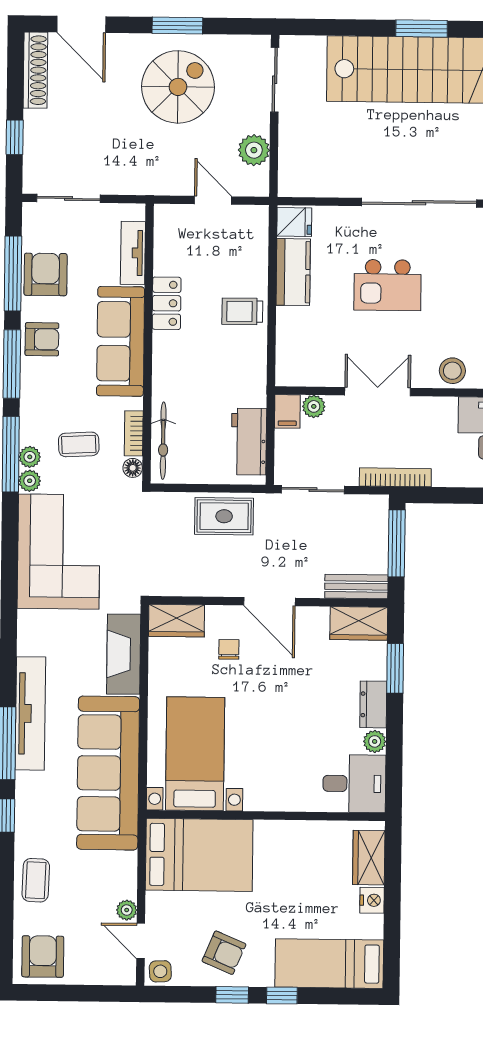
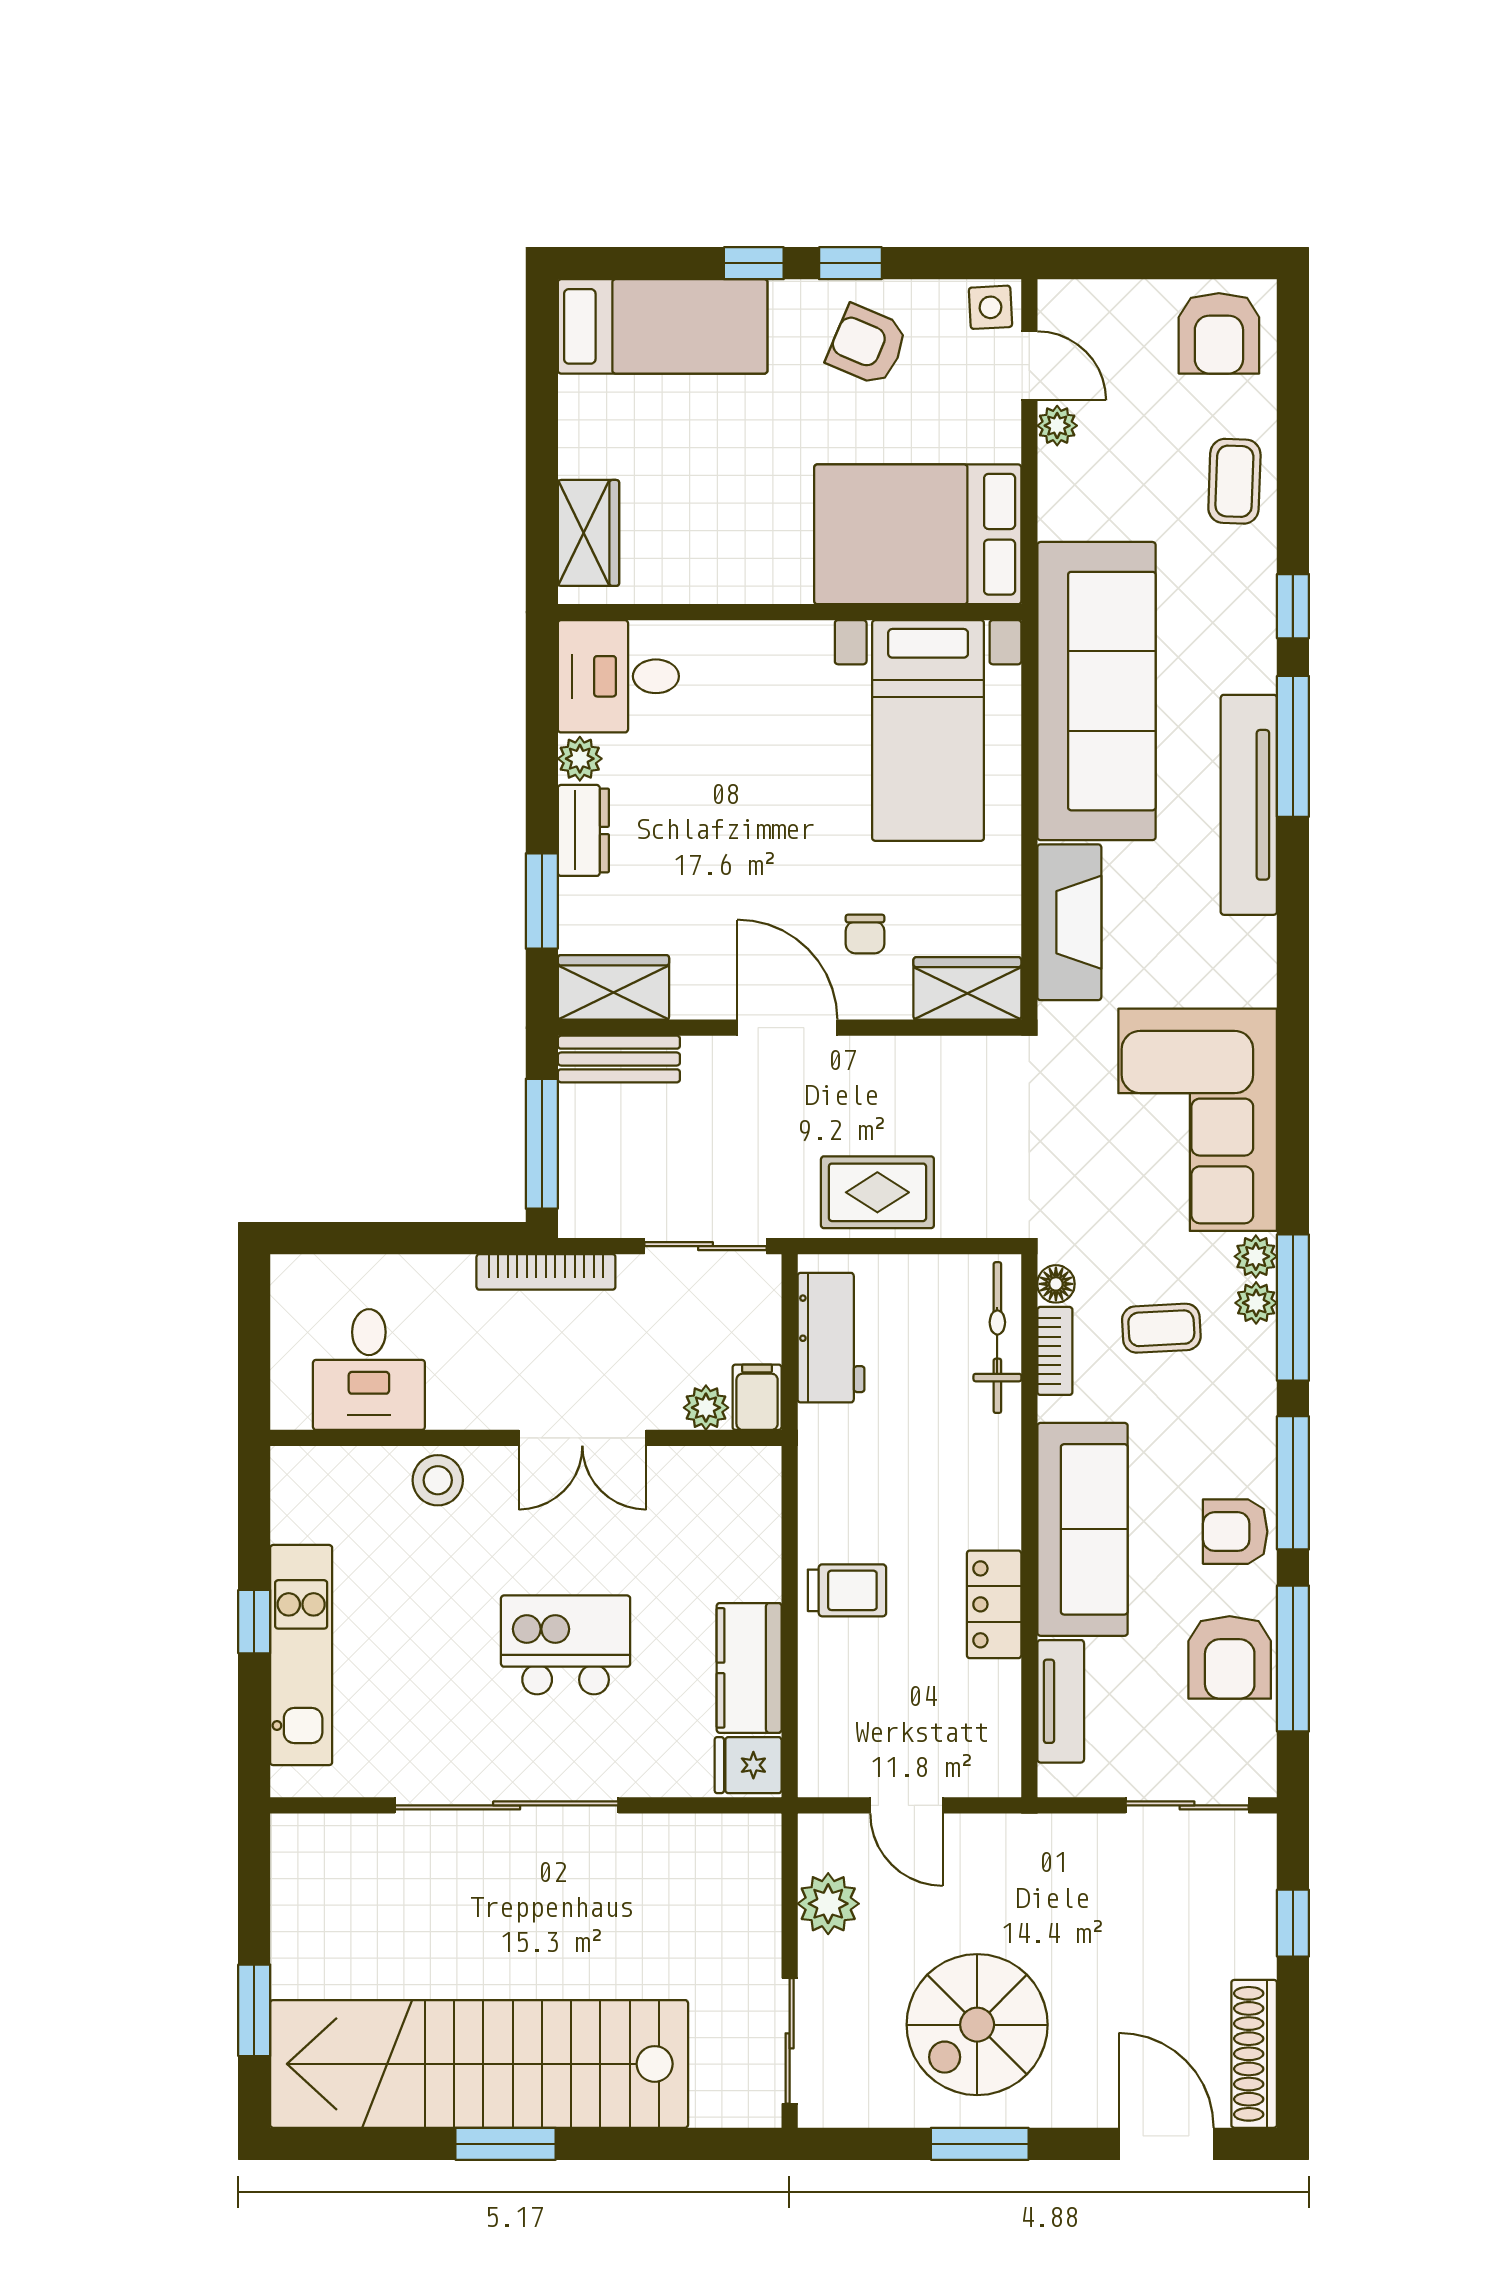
nightstand: (372, 900) -> (581, 450), removed

